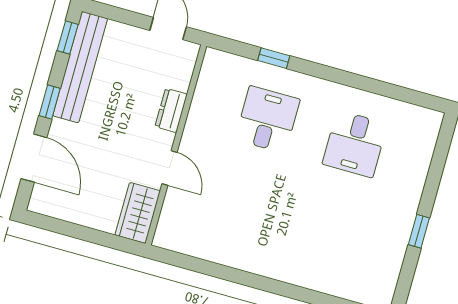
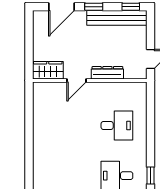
window: (274, 58) -> (151, 176), moved
dresser: (171, 110) -> (107, 73), width x1.44

